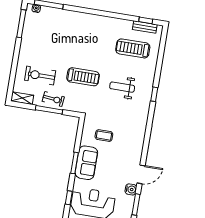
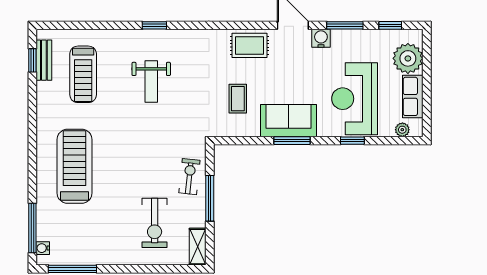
treadmill: (83, 77) -> (75, 166), moved, width x1.37, depth x1.38
exercise bike: (53, 99) -> (189, 177), moved
rug: (134, 147) -> (250, 45), added

